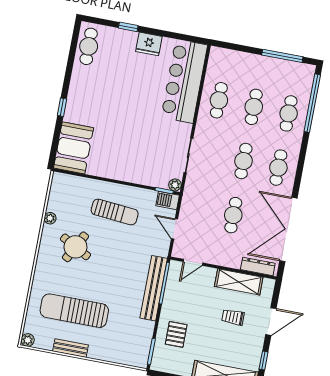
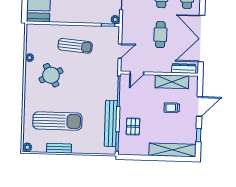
barbecue: (168, 200) -> (112, 32), removed
door: (174, 229) -> (120, 51), swing flipped
round table: (75, 247) -> (51, 75), turned 34
bench: (154, 288) -> (111, 123), moved
sun lounger: (74, 311) -> (57, 121), turned 180

